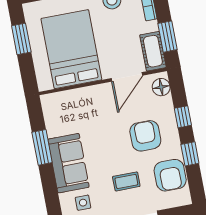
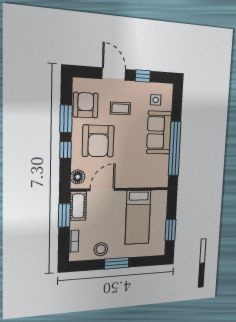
bed: (71, 49) -> (138, 217), width x0.67
armchair: (145, 136) -> (98, 141), width x1.36, depth x1.36
window: (42, 147) -> (175, 149), width x2.11
window: (190, 154) -> (66, 119), width x1.50

